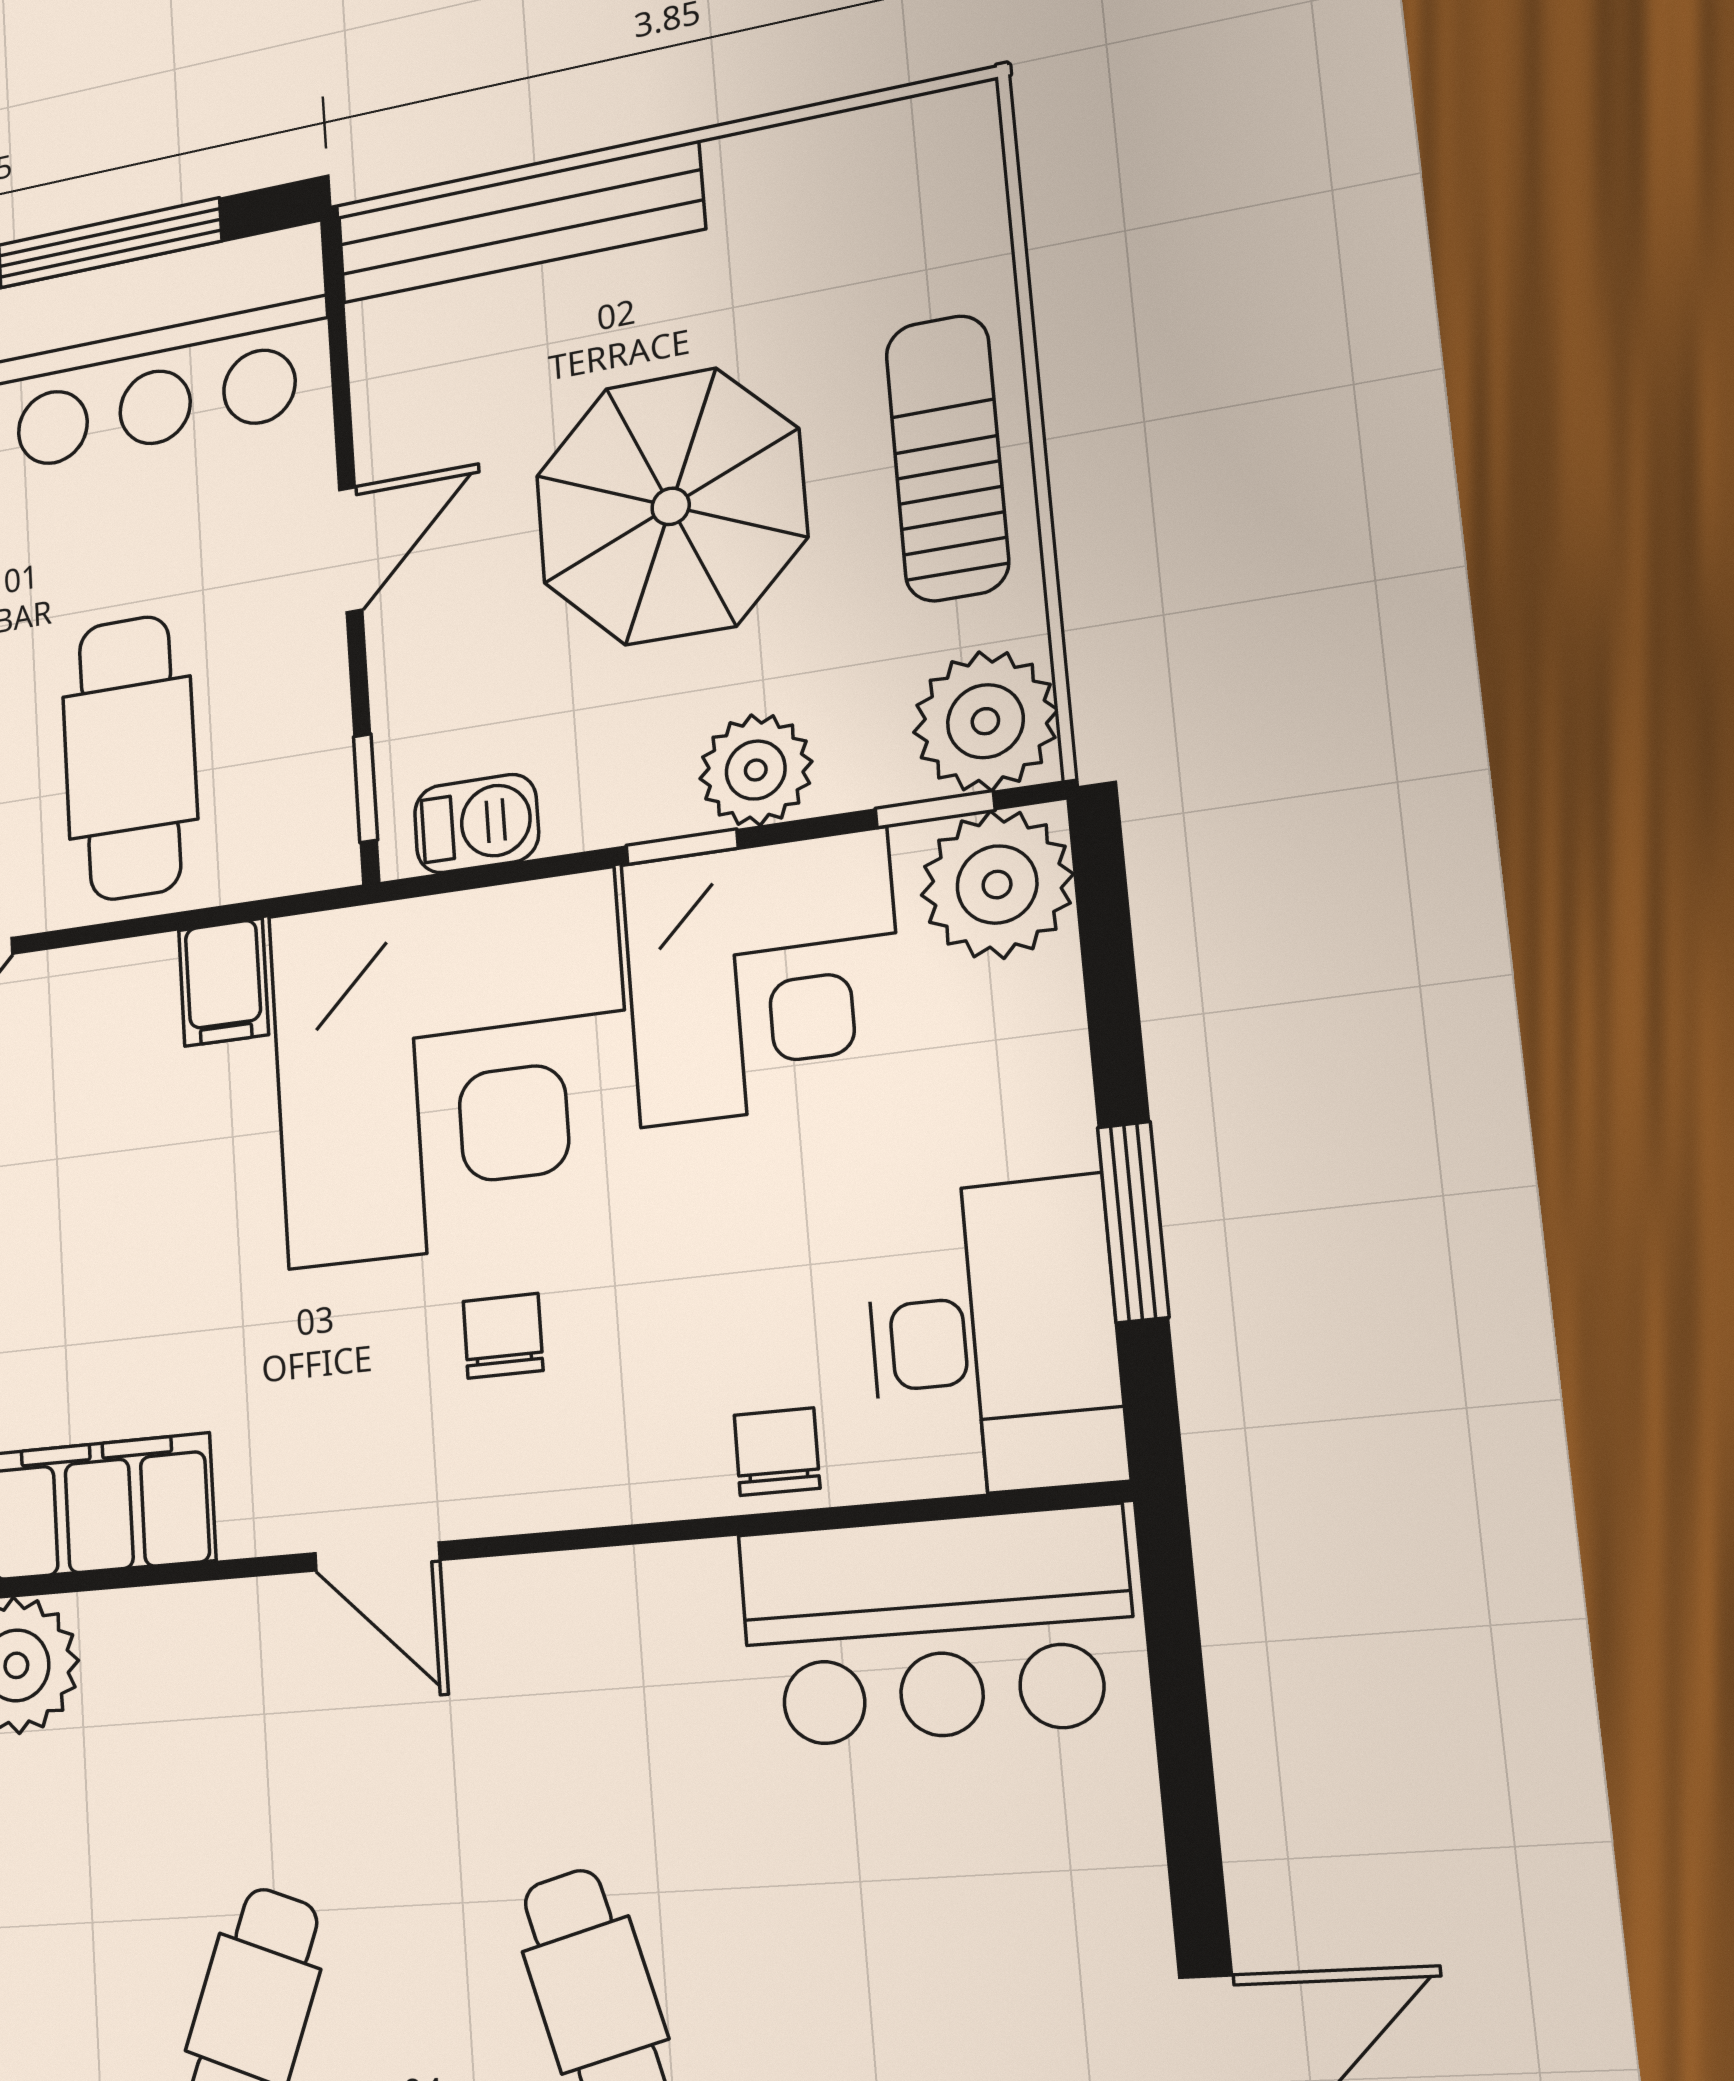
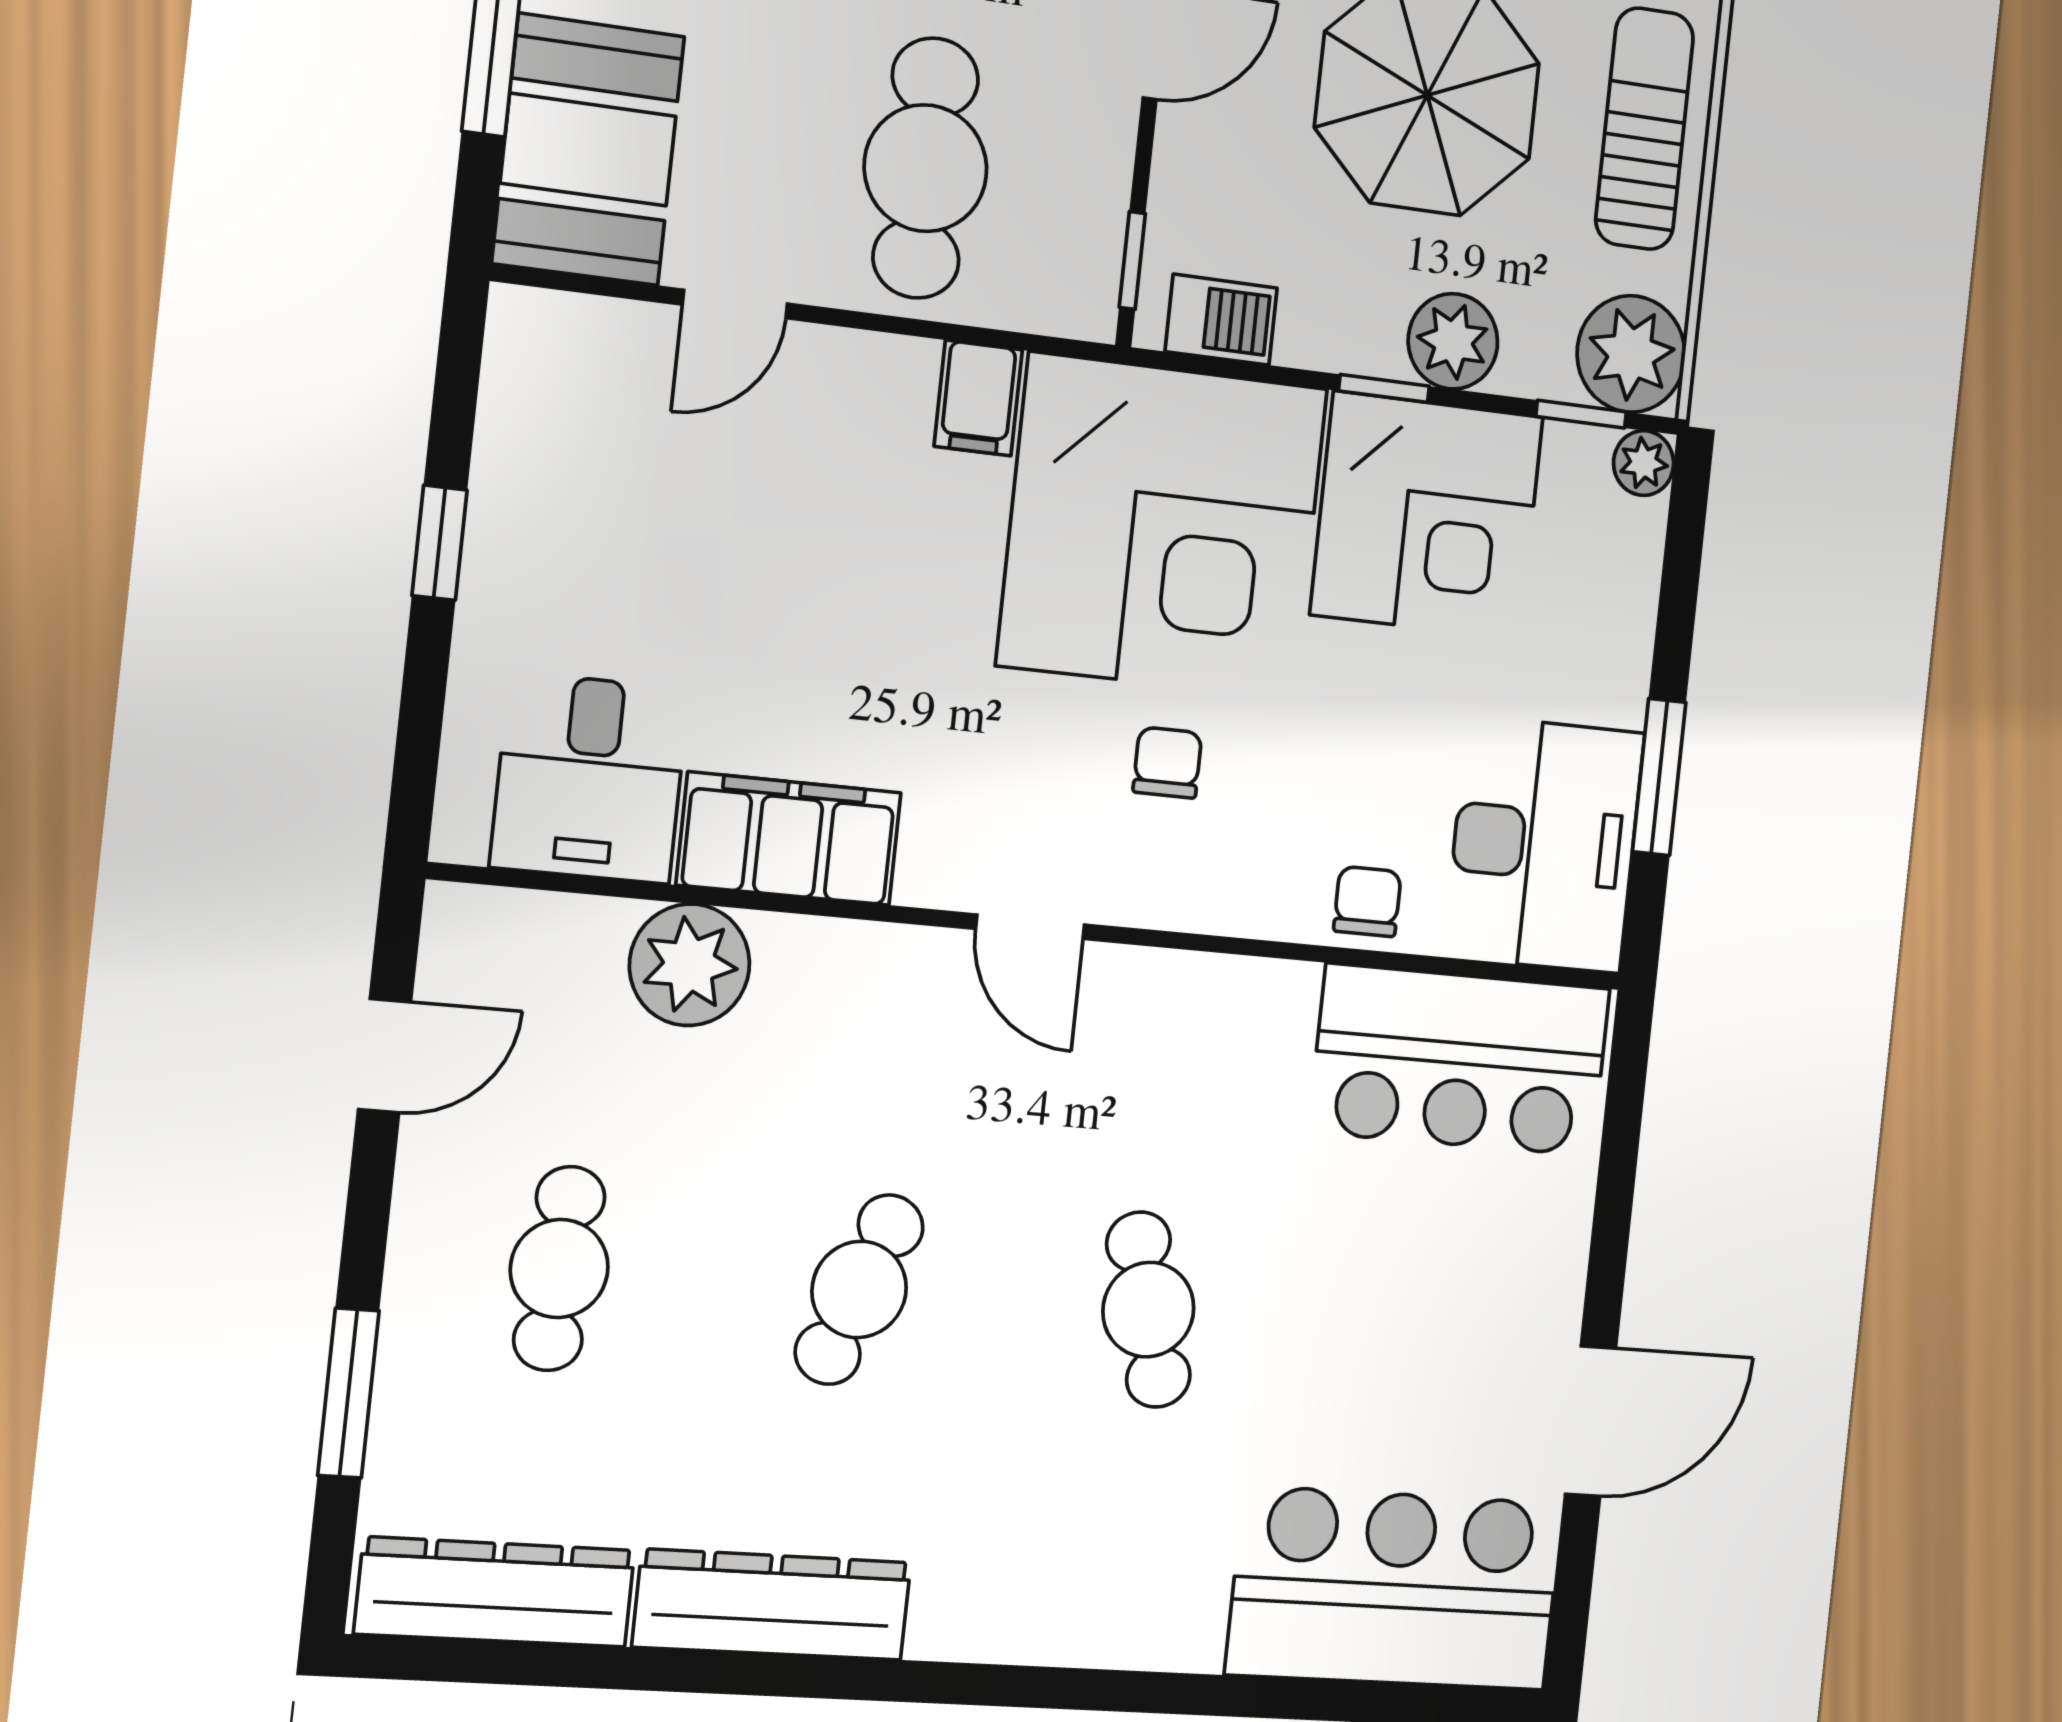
plant: (997, 885) -> (1644, 463), width x0.53, depth x0.53

